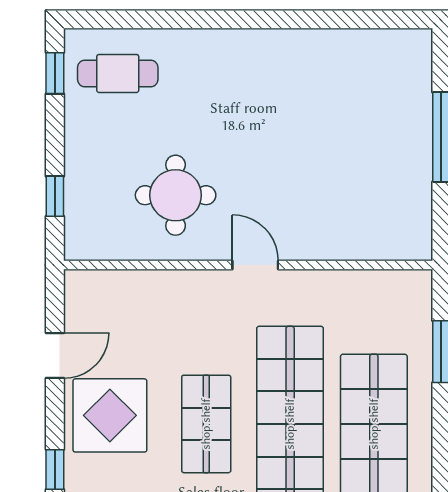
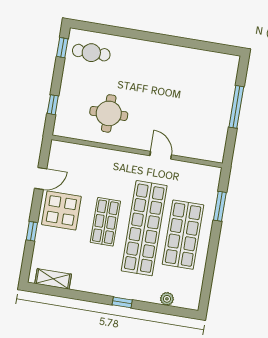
door: (255, 265) -> (161, 155), moved

